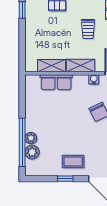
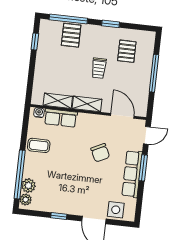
water cooler: (94, 79) -> (39, 113), moved
plant: (31, 138) -> (26, 200), moved
coffee table: (73, 162) -> (39, 145), moved

